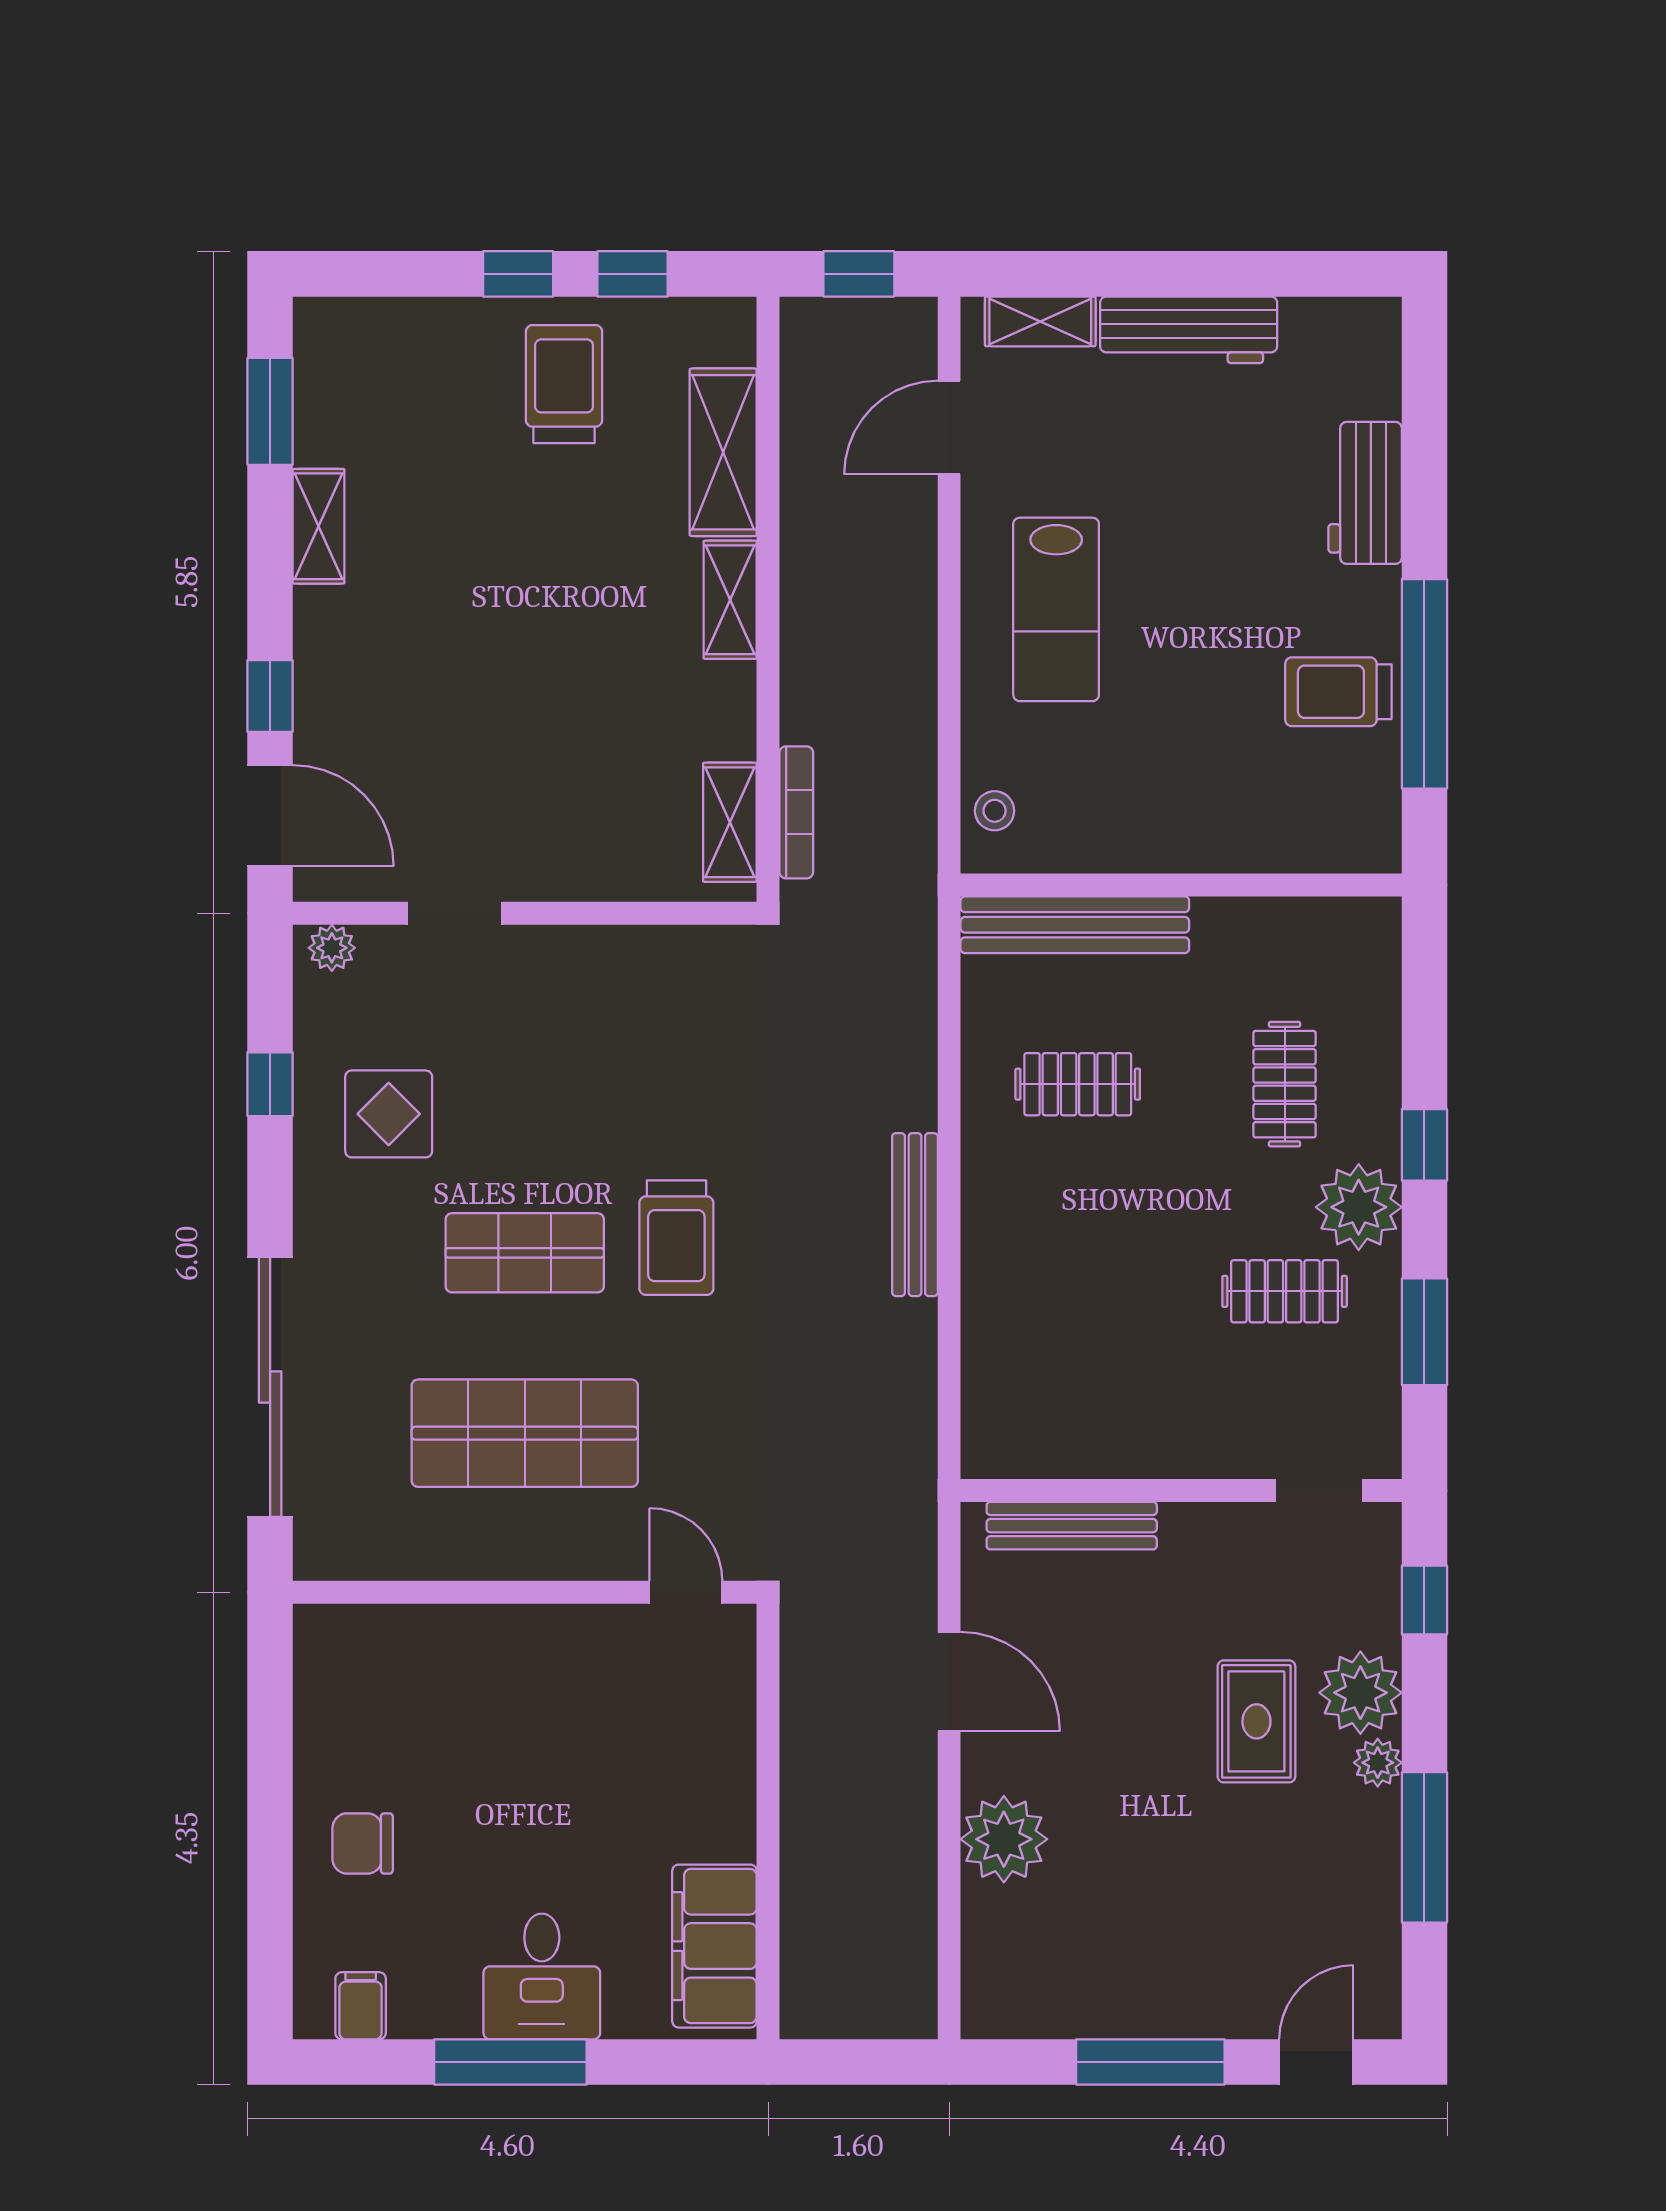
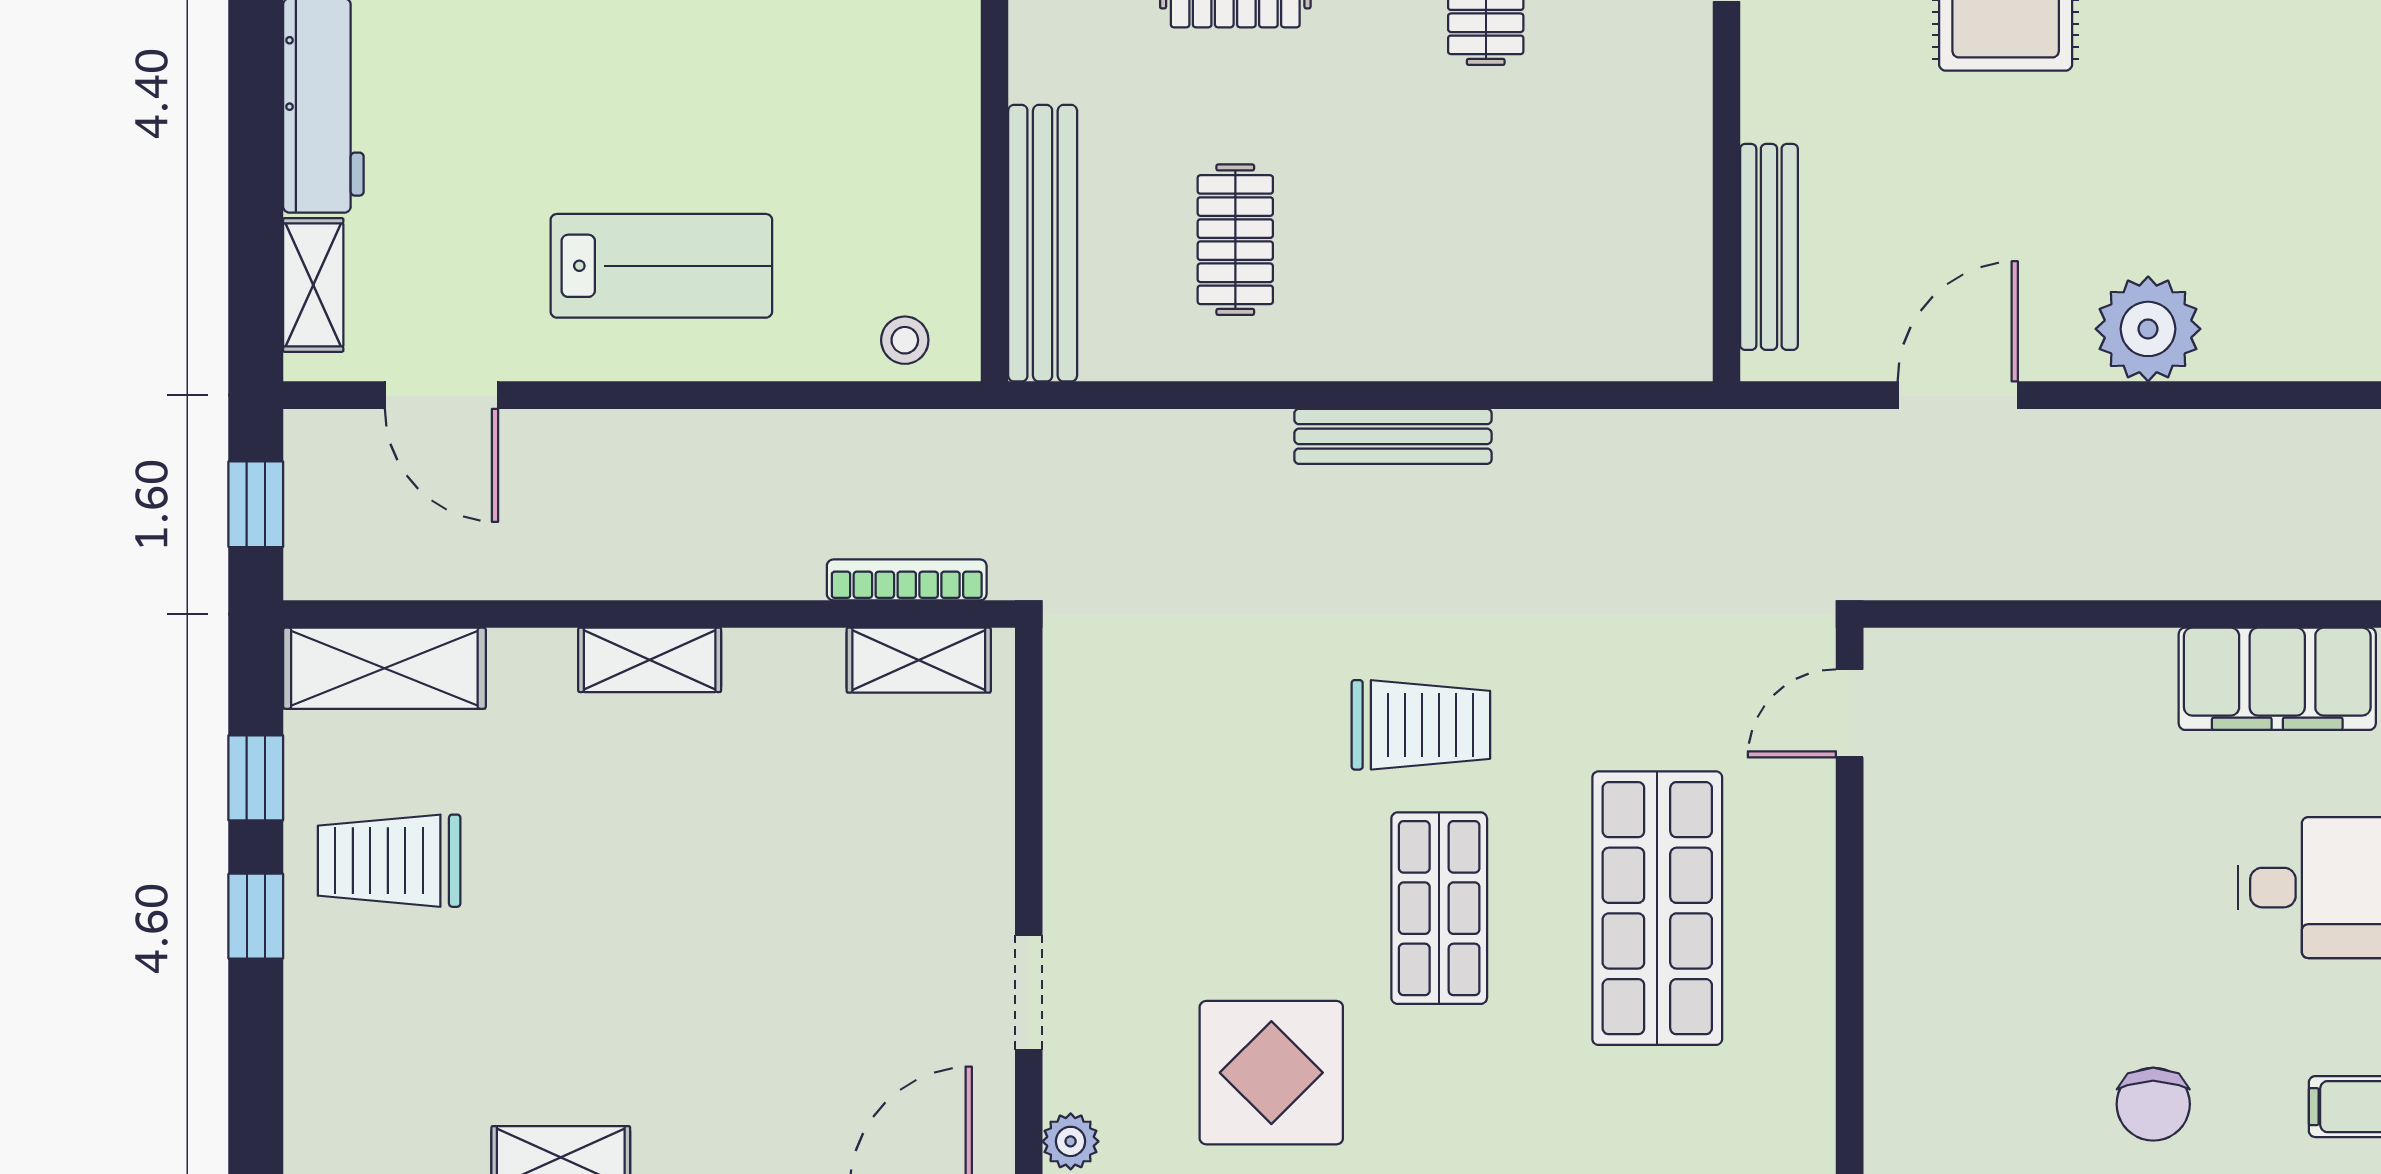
shelving: (723, 452) -> (384, 668), moved
display table: (389, 1114) -> (1271, 1073), width x1.36, depth x1.36

